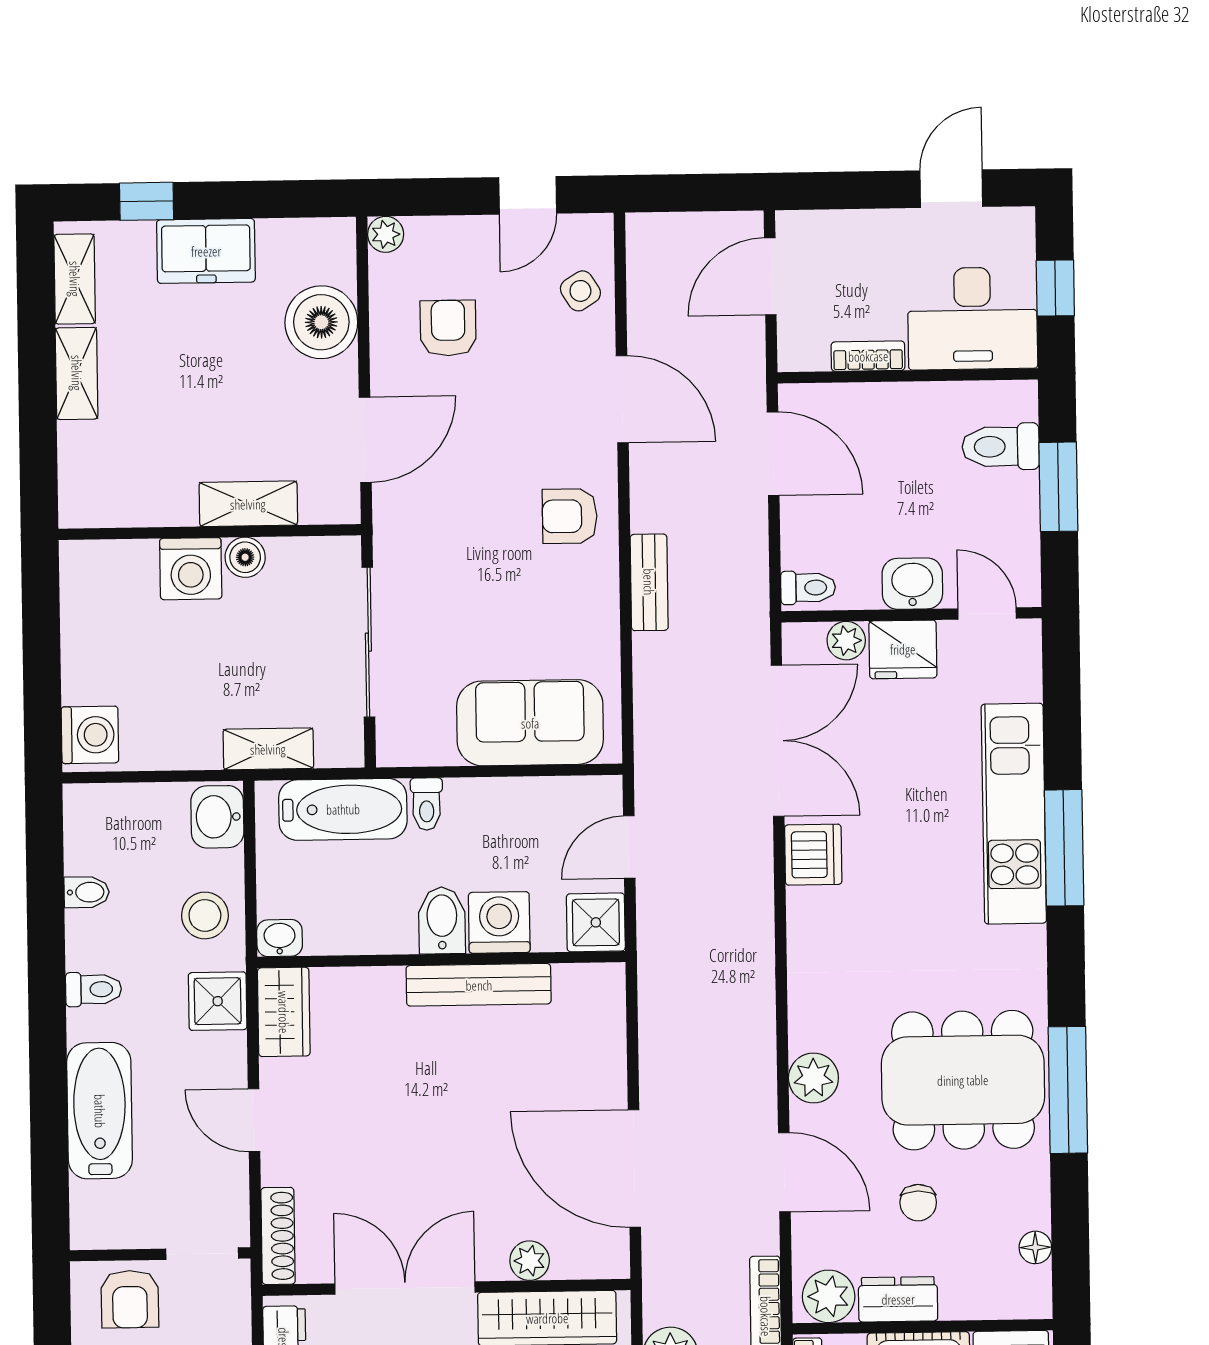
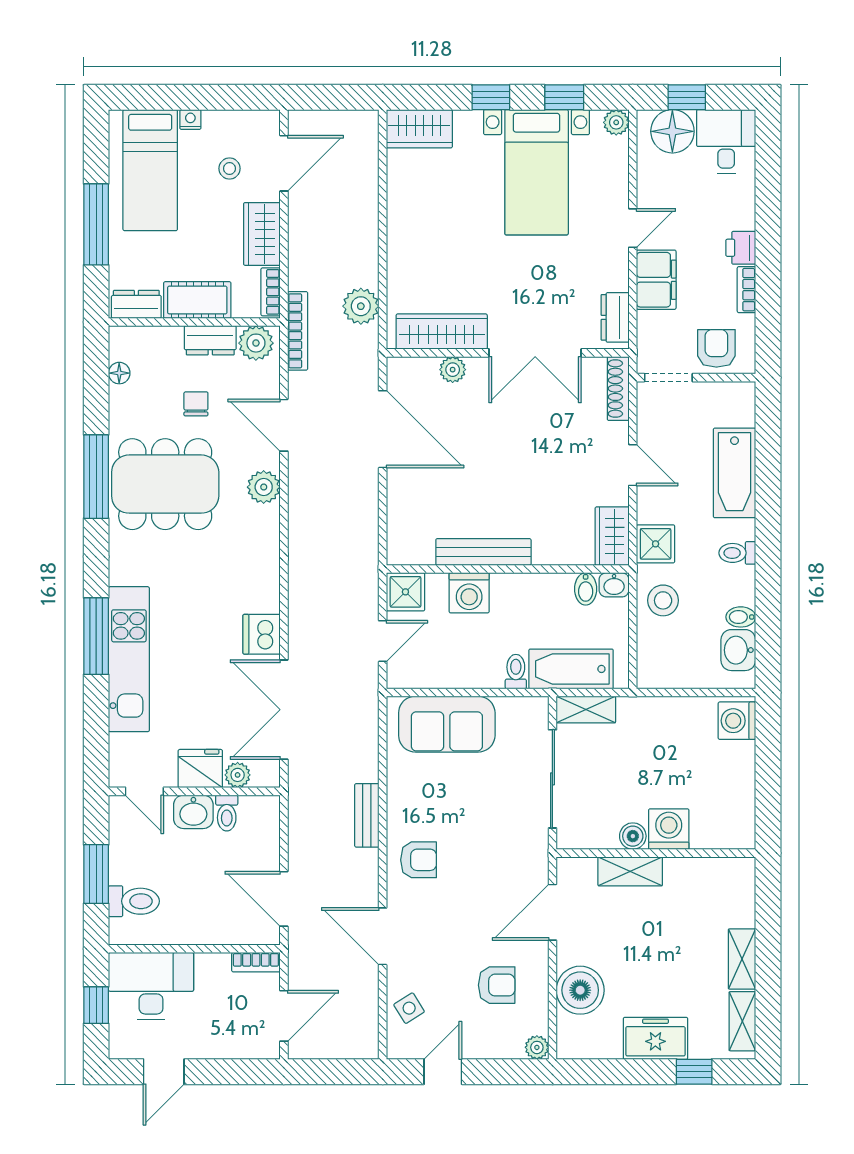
armchair: (448, 328) -> (497, 985), turned -90
bookcase: (868, 356) -> (256, 962), moved
toilet: (808, 588) -> (227, 813), moved, turned -90
shelving: (268, 749) -> (586, 710), moved
washbasin: (217, 817) -> (738, 650), moved, turned 180
bidet: (442, 920) -> (586, 589), moved, width x0.72, depth x0.74

